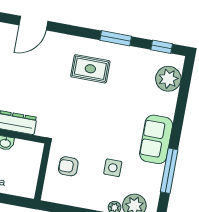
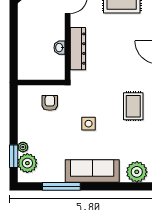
sofa: (156, 139) -> (92, 171), width x1.36
side table: (113, 168) -> (89, 124), moved

